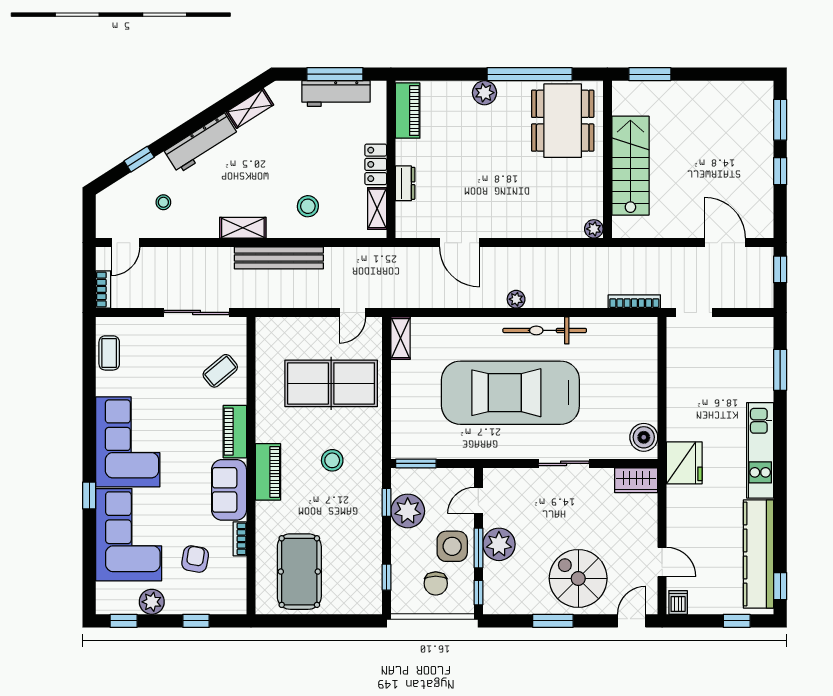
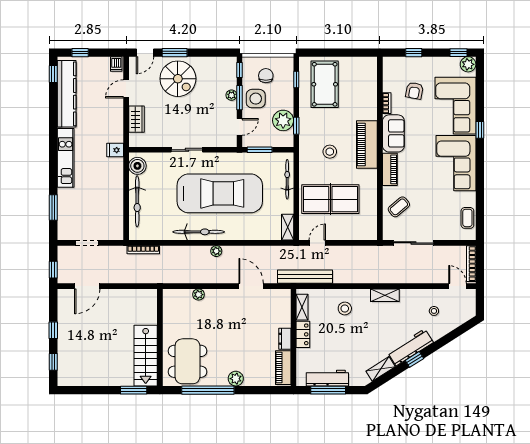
window: (780, 120) -> (53, 362), width x0.67
window: (139, 159) -> (414, 359), moved
stairs: (630, 166) -> (146, 356), moved
dresser: (405, 183) -> (285, 339), moved
plant: (594, 229) -> (199, 295), moved
door: (125, 243) -> (457, 286), hinge flipped
door: (725, 243) -> (87, 286), hinge flipped
bench: (279, 258) -> (305, 277), moved
bookcase: (103, 289) -> (471, 264), width x1.56
doorway: (694, 312) -> (87, 243), moved
bicycle: (644, 380) -> (137, 201), added
bicycle: (401, 416) -> (287, 179), added
window: (416, 463) -> (260, 150), moved
fridge: (684, 463) -> (115, 150), width x0.53, depth x0.75
piano: (268, 472) -> (367, 145), width x1.37, depth x1.33
wardrobe: (636, 480) -> (137, 119), moved, turned 90
plant: (499, 544) -> (231, 95), width x0.53, depth x0.53
door: (662, 562) -> (126, 89), hinge flipped
pool table: (299, 572) -> (325, 84), moved
plant: (152, 602) -> (468, 64), moved
window: (553, 621) -> (175, 53), moved

